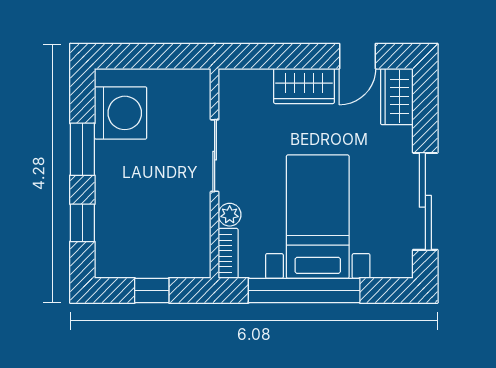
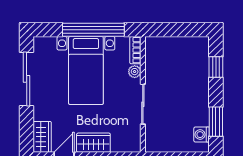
washing machine: (121, 113) -> (202, 135), width x0.53, depth x0.53
window: (82, 149) -> (216, 122), moved
window: (152, 290) -> (178, 30), removed

